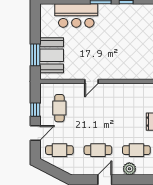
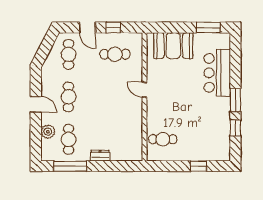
window: (35, 55) -> (208, 28), moved
cafe table: (136, 65) -> (163, 139), added

